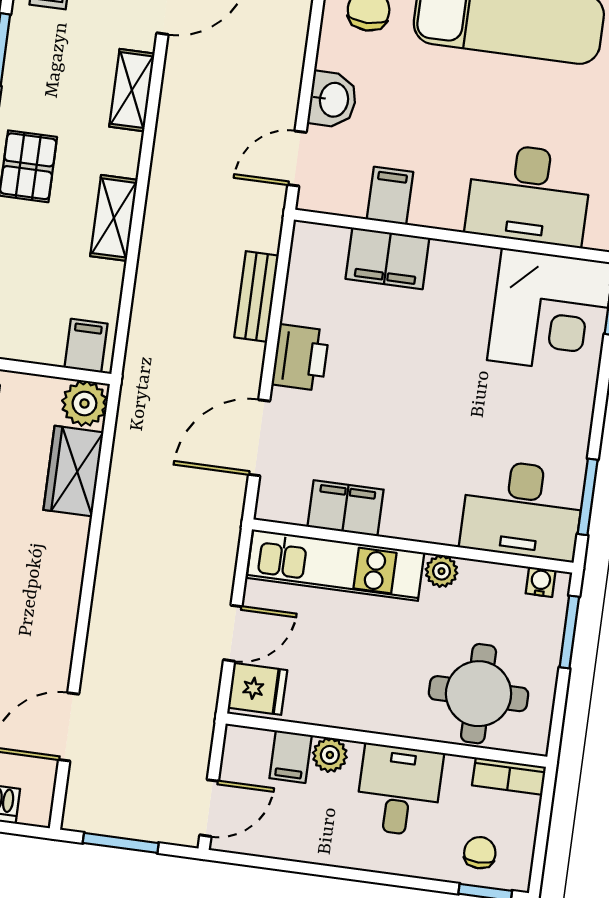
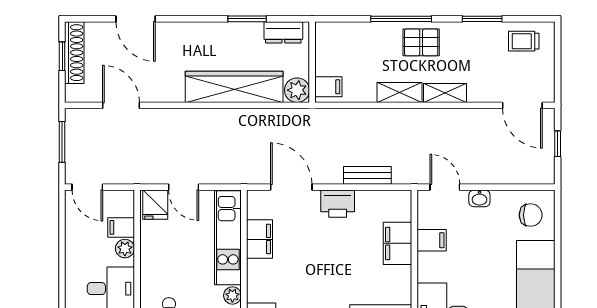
shelving: (132, 90) -> (445, 93), moved
washbasin: (333, 100) -> (479, 198), width x0.72, depth x0.69
wardrobe: (73, 471) -> (234, 87), width x2.10, depth x1.17

